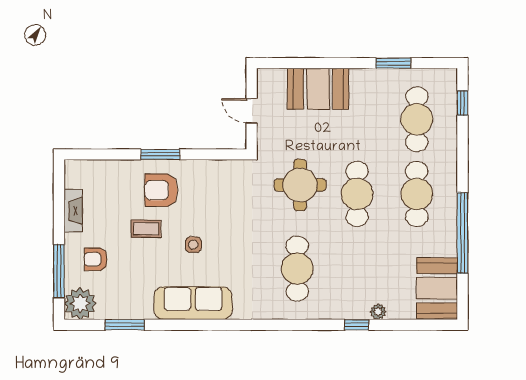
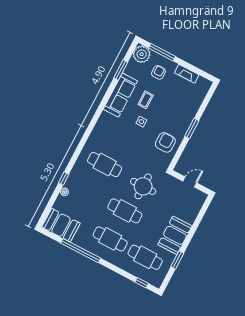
booth: (318, 89) -> (175, 235), moved
armchair: (161, 190) -> (165, 142), moved
coffee table: (146, 229) -> (146, 100), moved
sofa: (193, 303) -> (120, 95), moved

